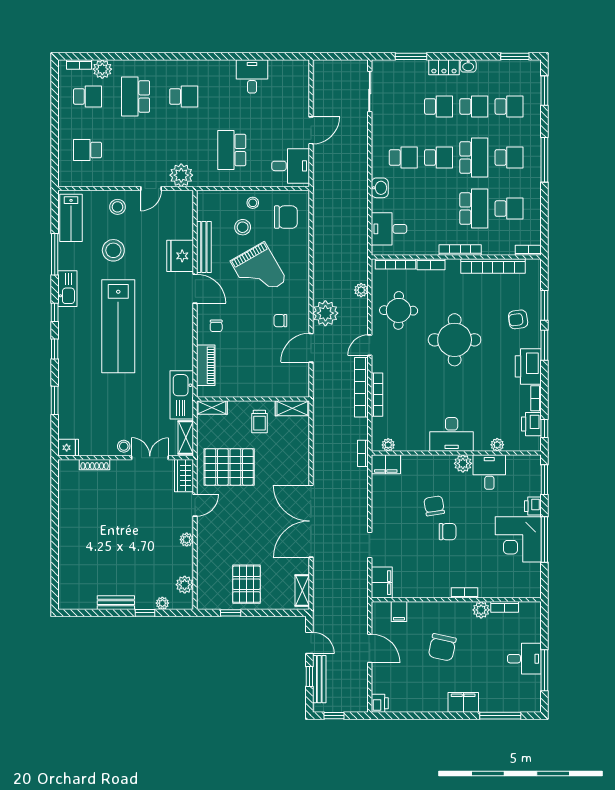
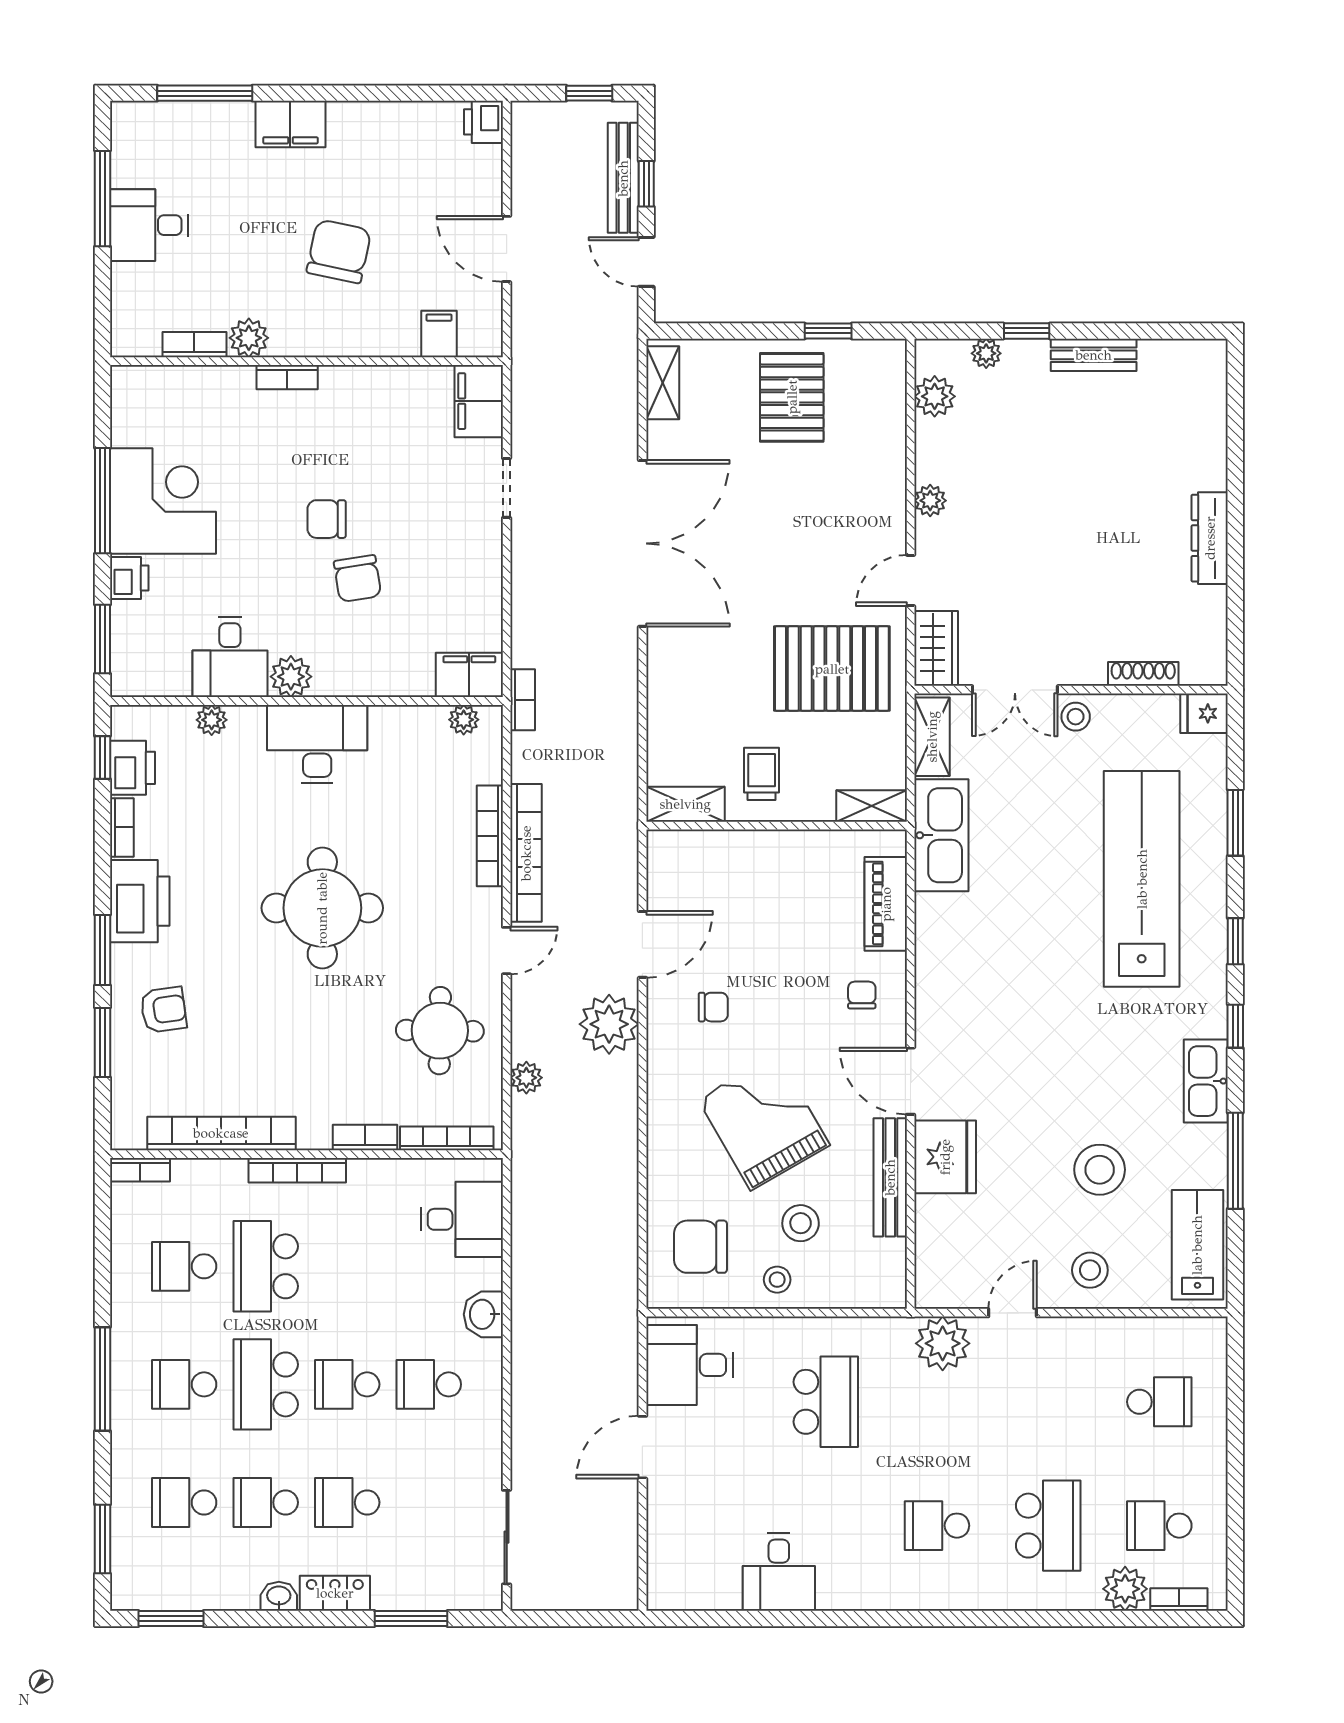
lab bench: (118, 326) -> (1142, 879), moved
round table: (455, 340) -> (322, 908), moved
dresser: (66, 523) -> (1210, 538), added

